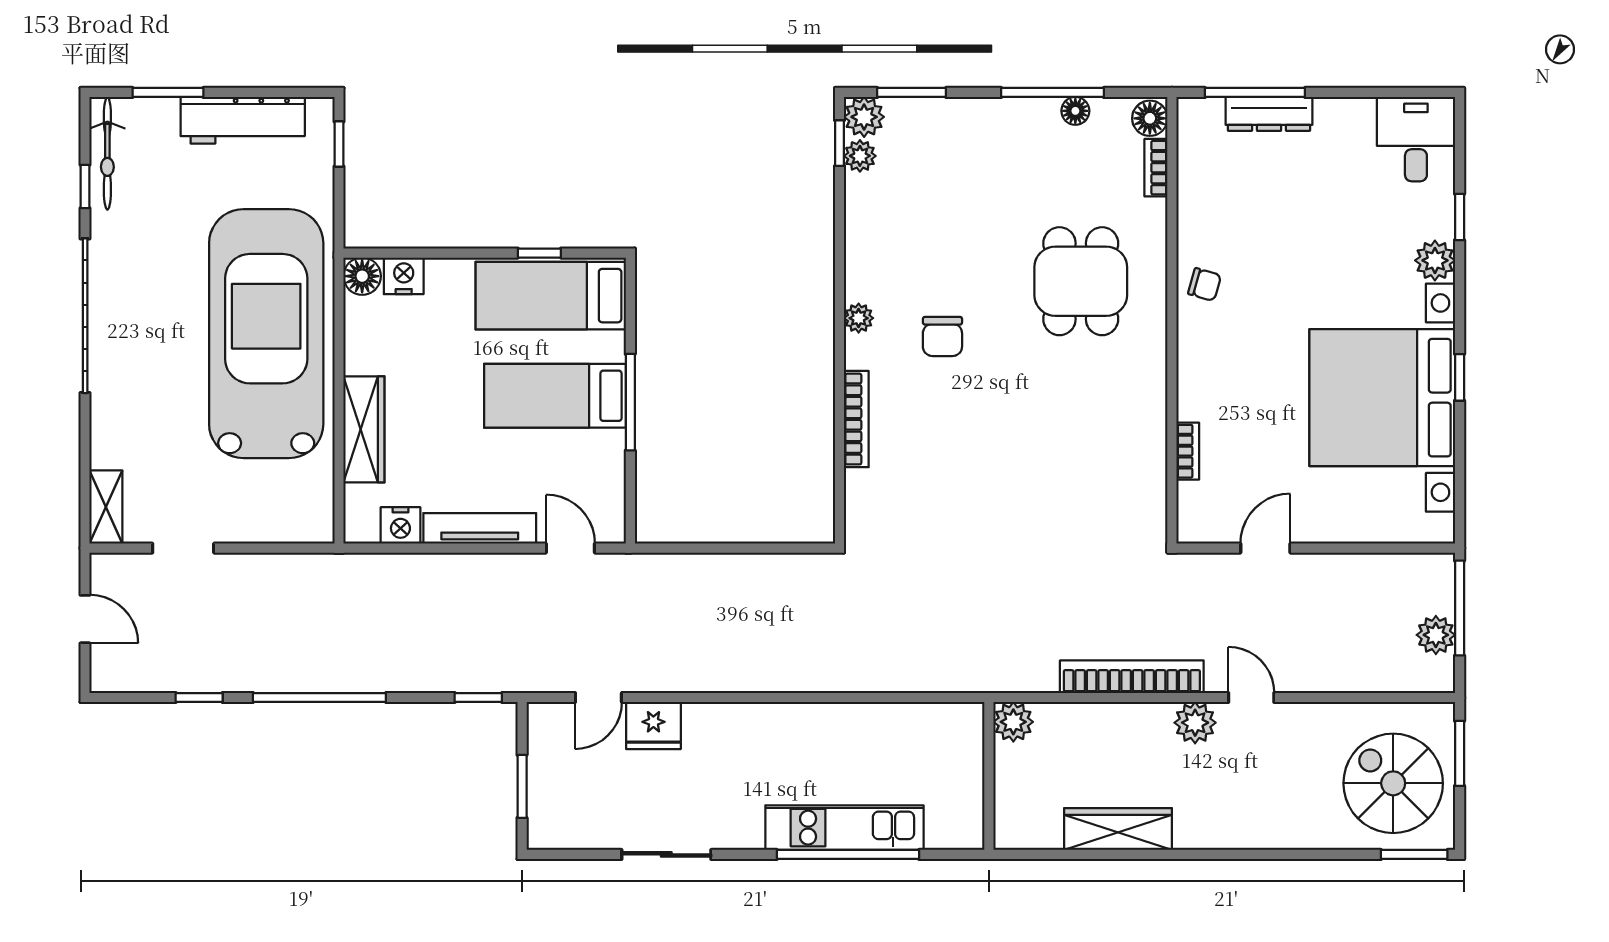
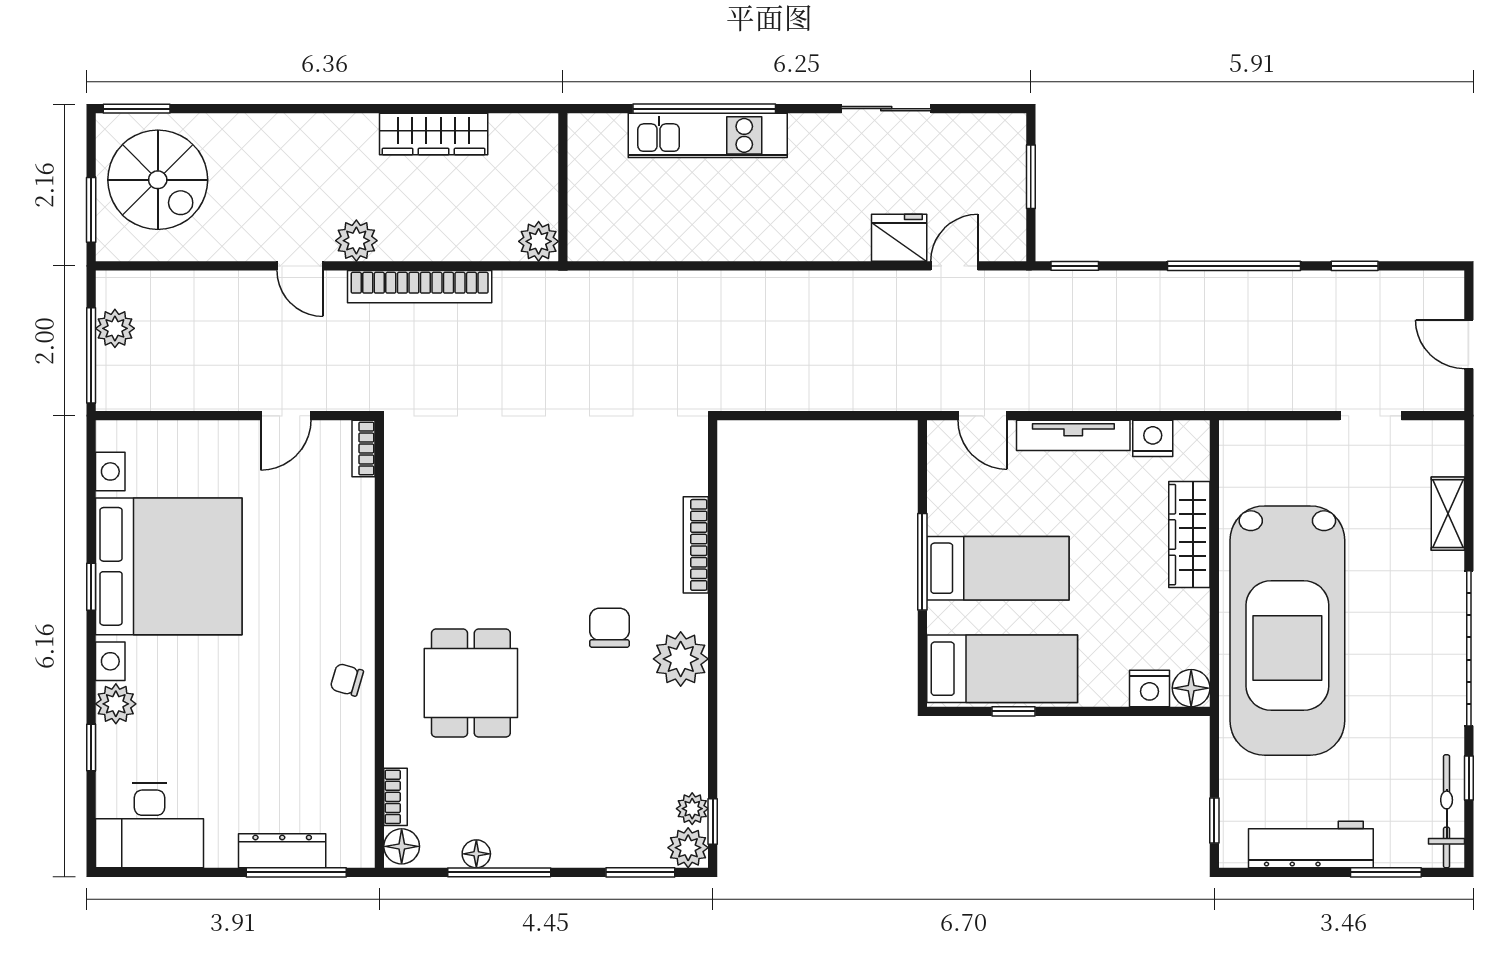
desk: (1416, 139) -> (150, 826), width x1.37
plant: (859, 318) -> (681, 659), width x1.87, depth x1.87
bookcase: (1188, 451) -> (364, 449), moved
shelving: (106, 507) -> (1448, 514), moved

